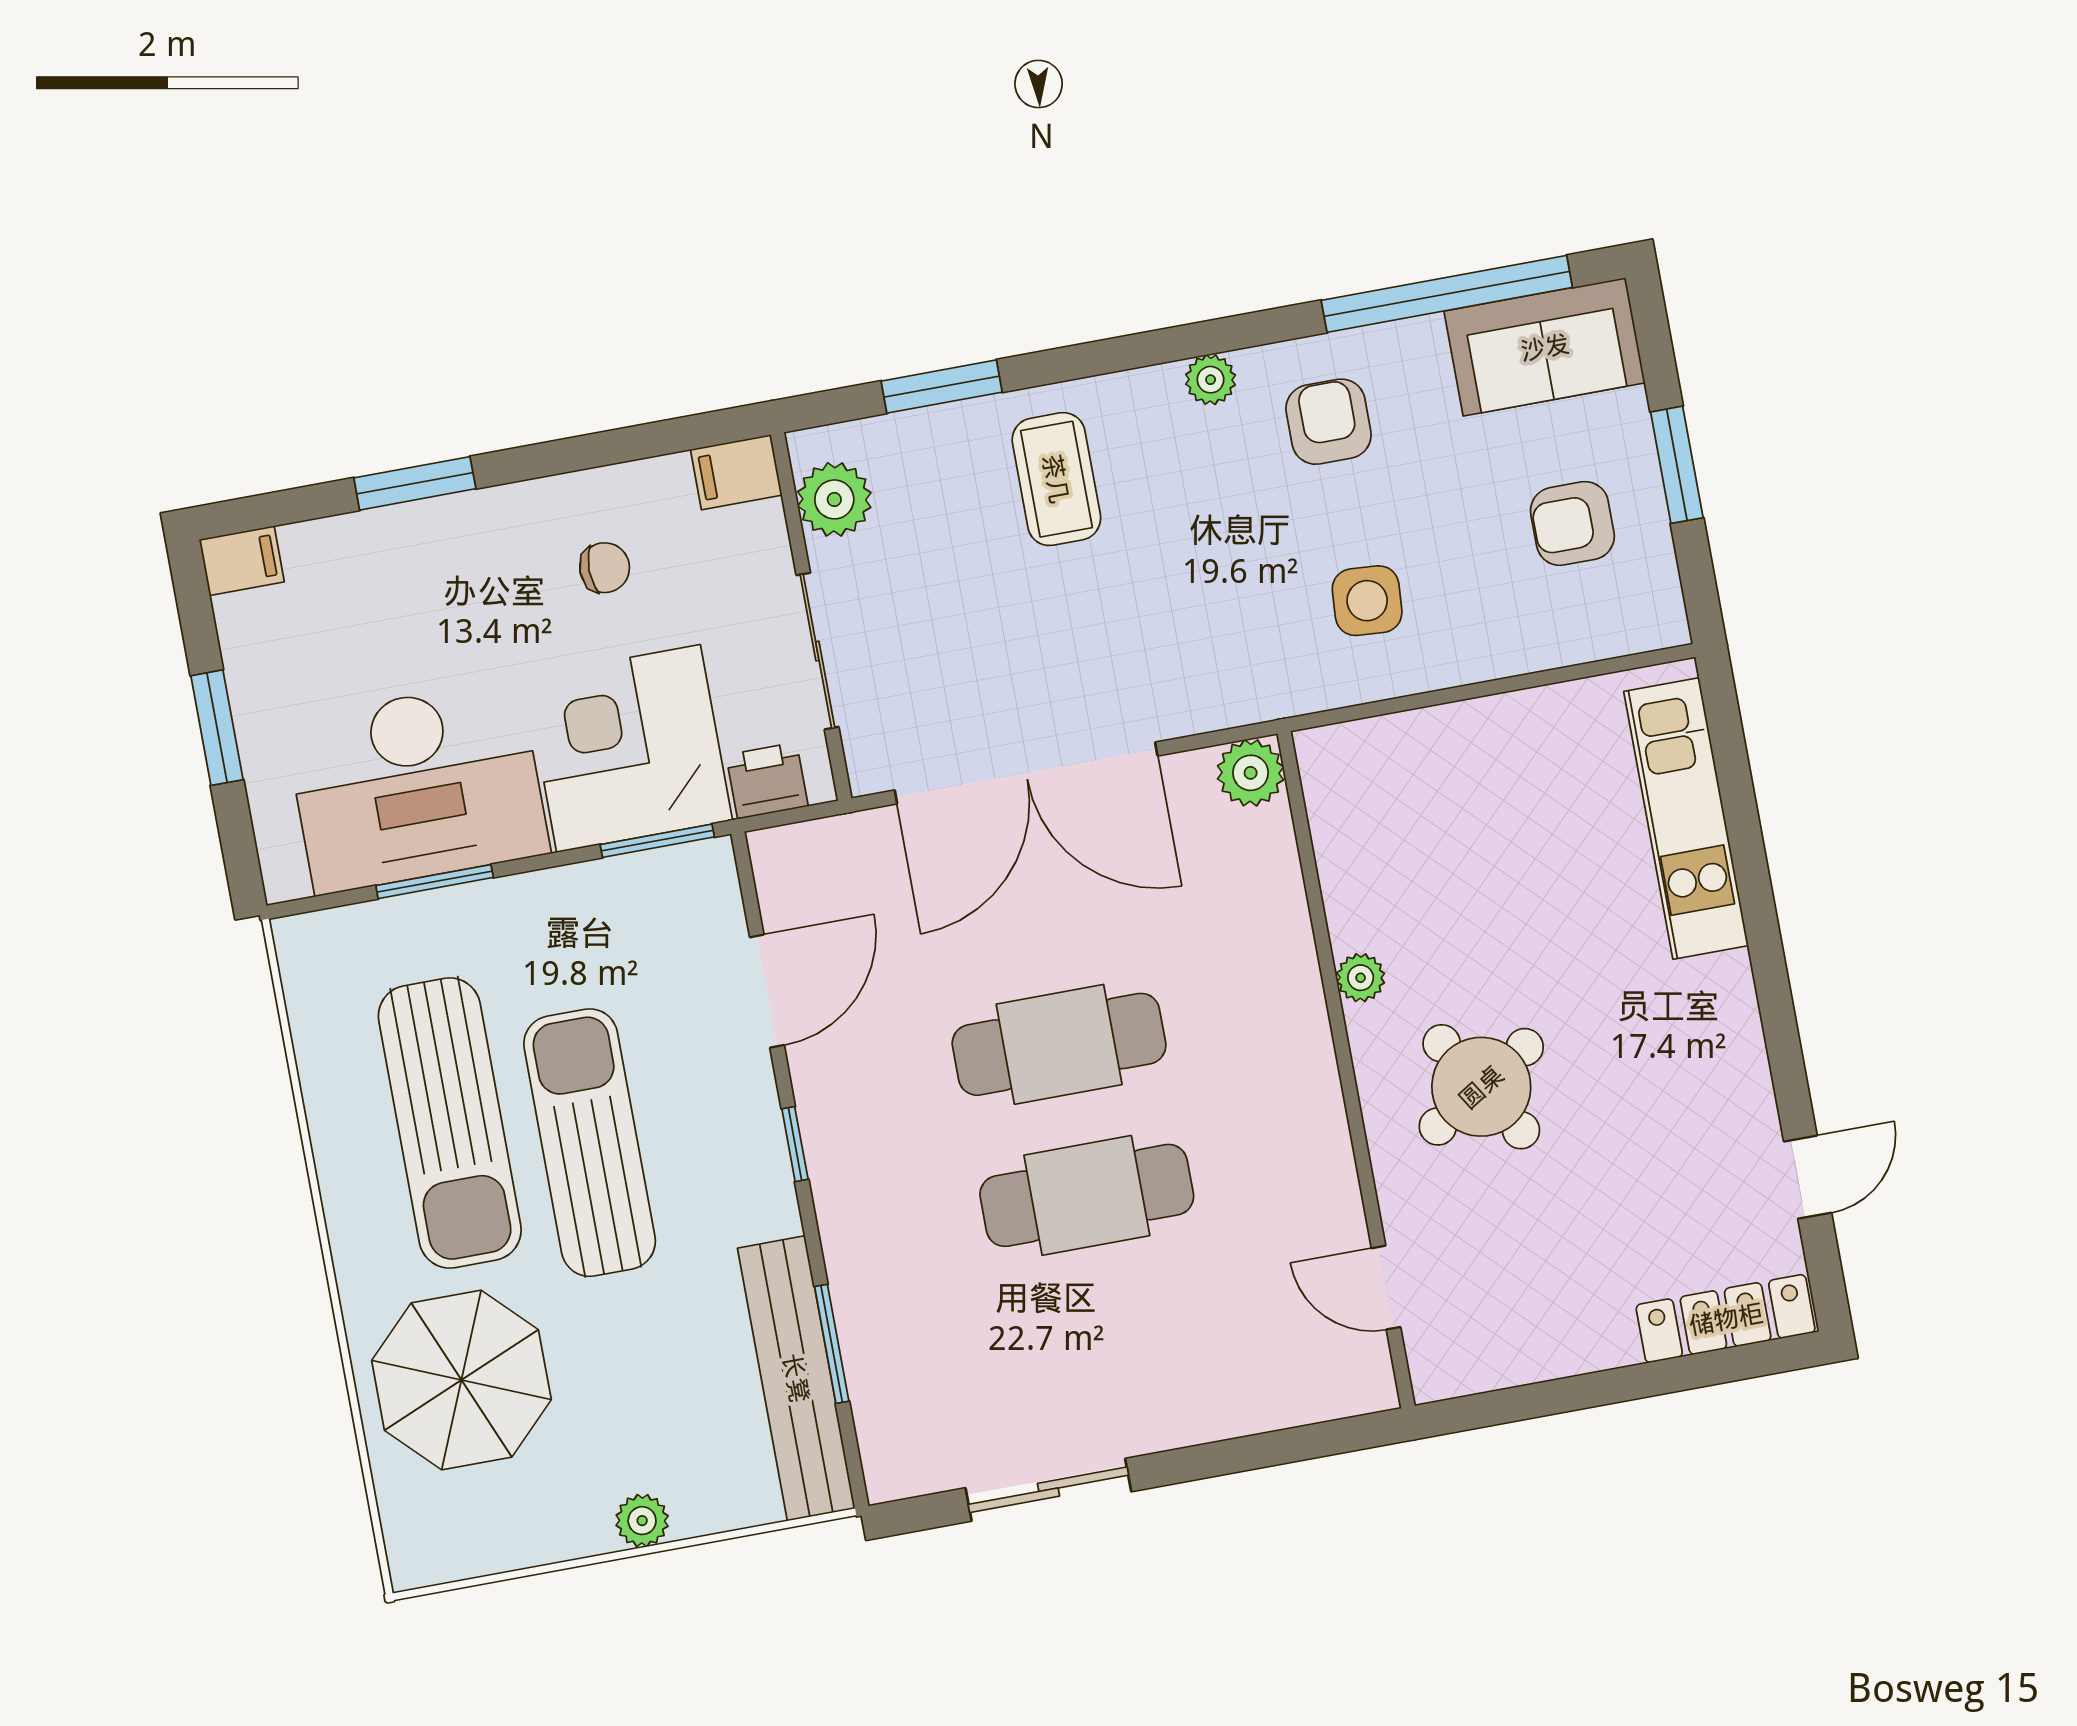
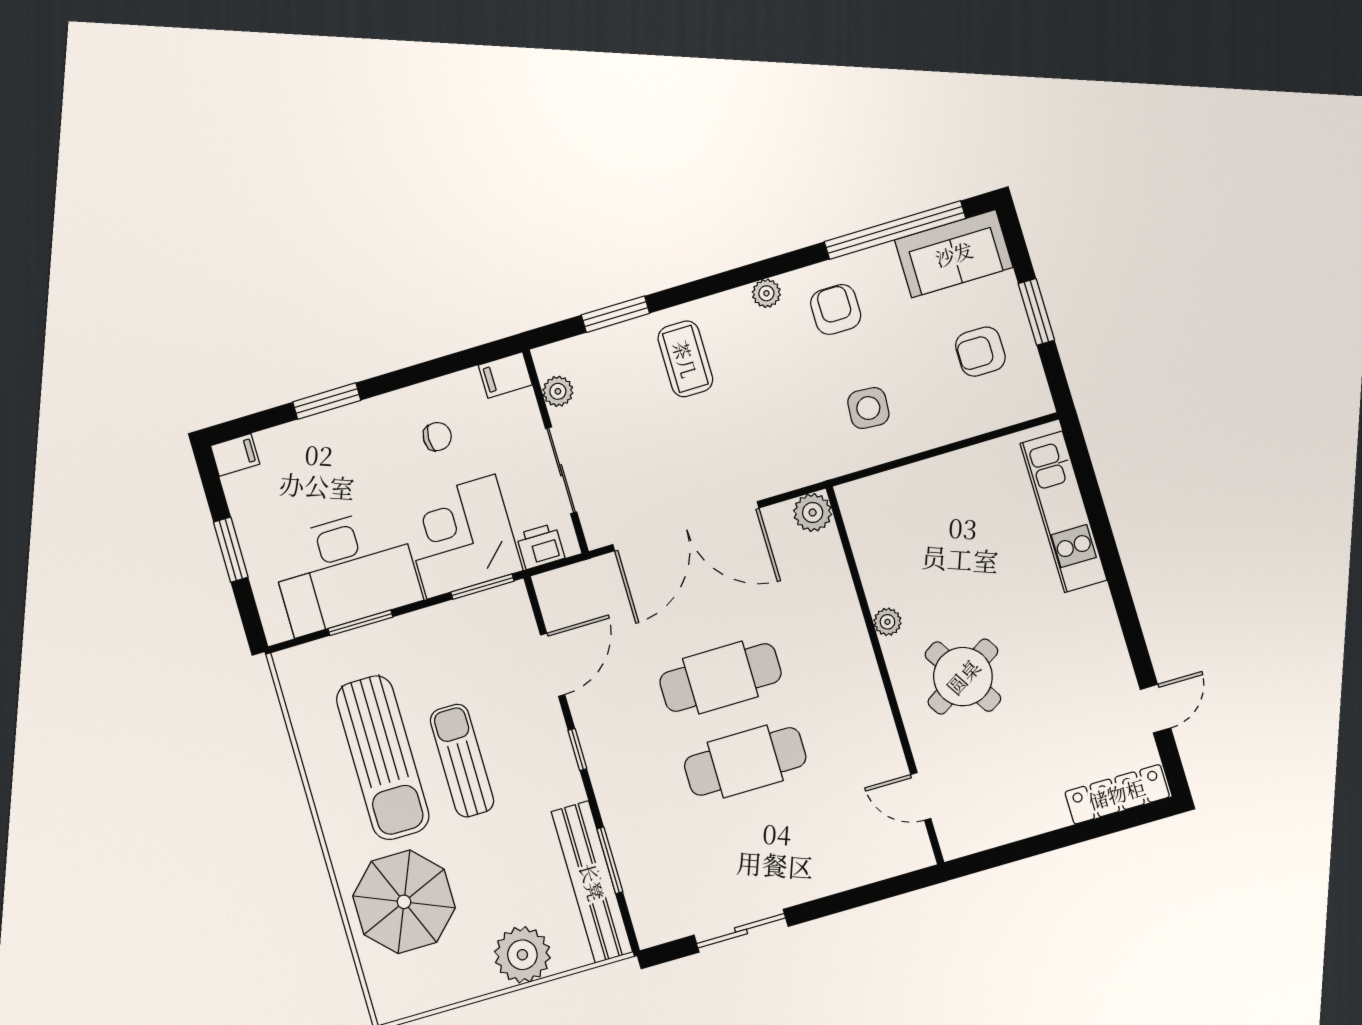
plant: (834, 499) -> (558, 391), width x0.73, depth x0.73
sun lounger: (590, 1143) -> (462, 761), width x0.73, depth x0.75
plant: (642, 1521) -> (522, 955), width x1.87, depth x1.87

